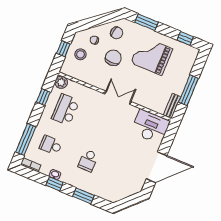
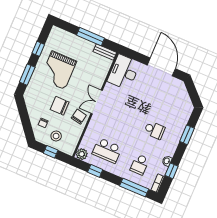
chair: (117, 33) -> (79, 117), moved
window: (185, 38) -> (38, 49), moved
window: (54, 184) -> (172, 171), moved

